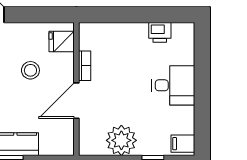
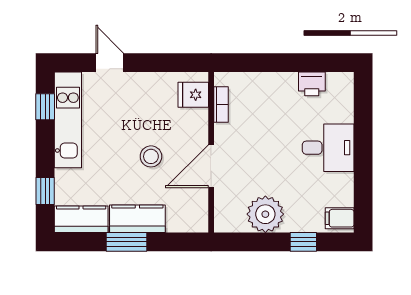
bookcase: (85, 66) -> (221, 104), moved
stool: (30, 70) -> (151, 156), moved

